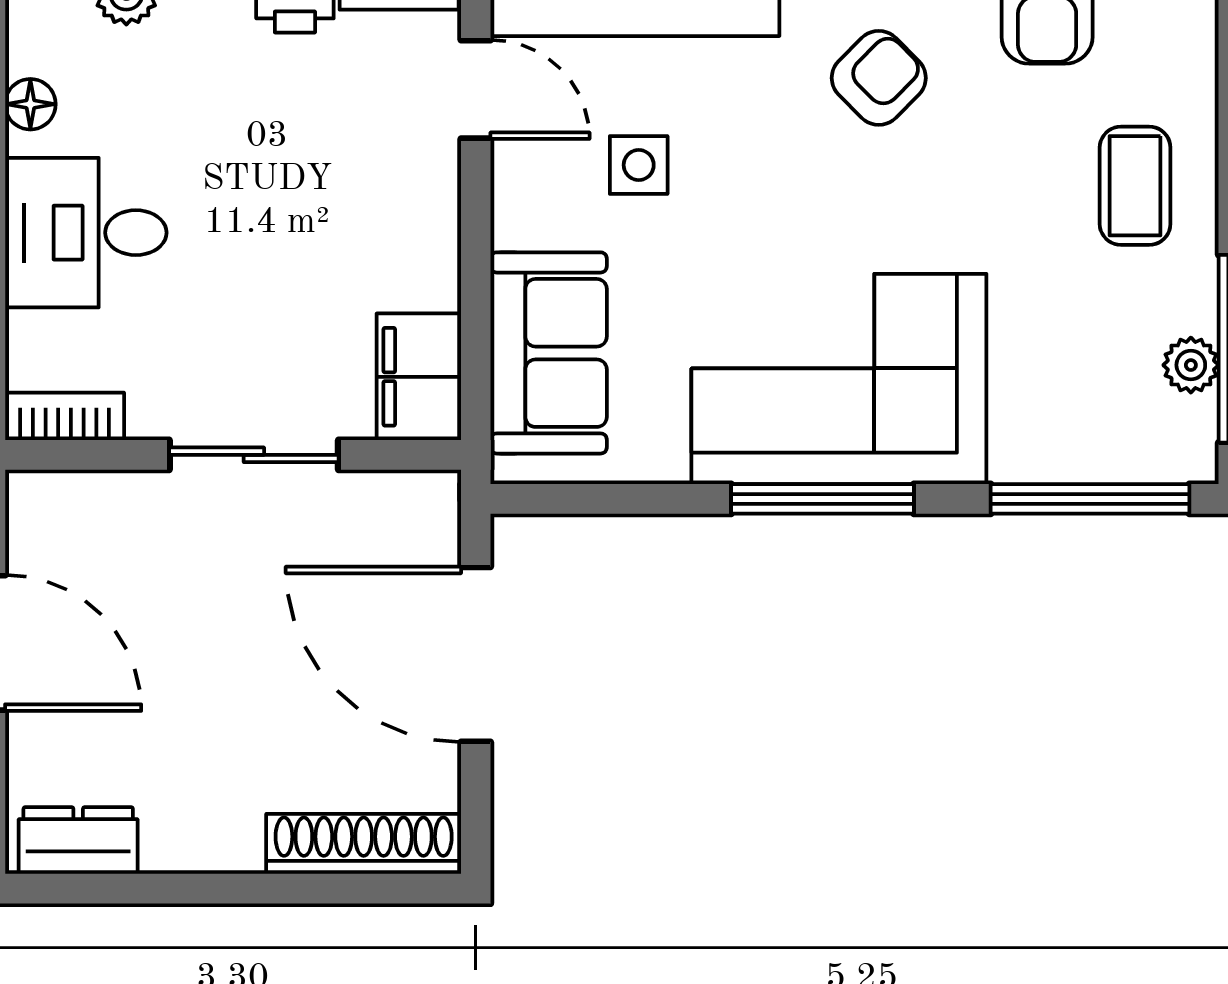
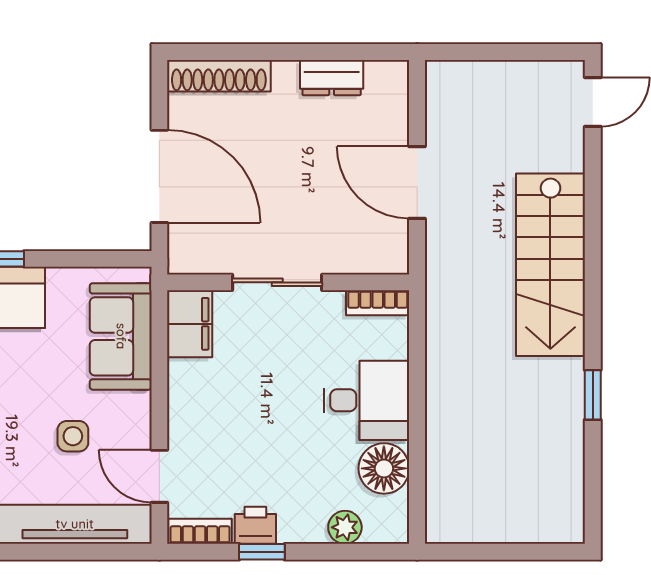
floor lamp: (30, 104) -> (384, 468), width x1.89, depth x1.89
dresser: (78, 841) -> (332, 78), moved

